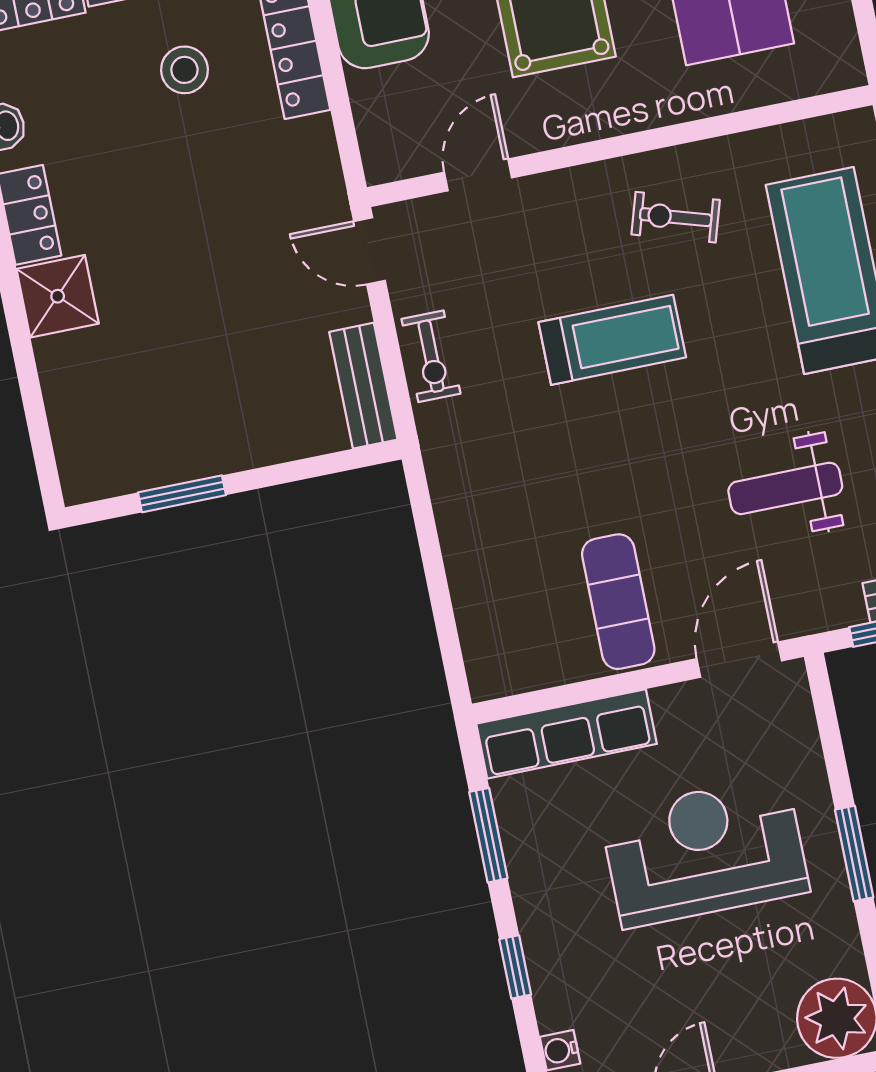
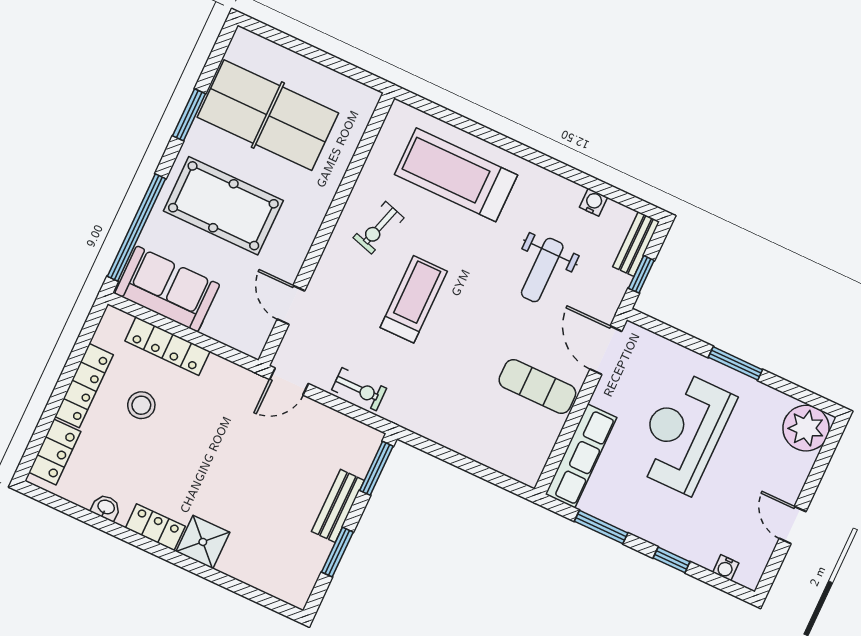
bench: (363, 386) -> (338, 506), moved, turned 90
window: (339, 462) -> (376, 468), added

